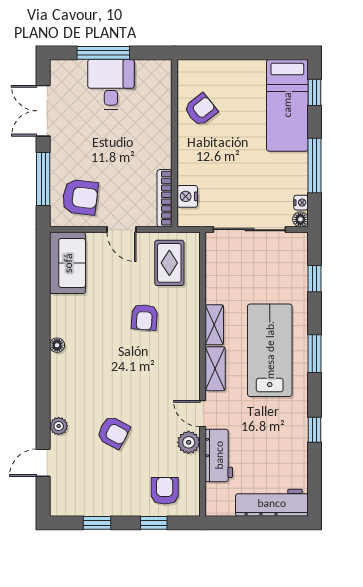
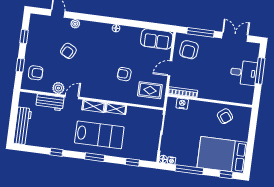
bed: (287, 105) -> (222, 155), width x1.50

